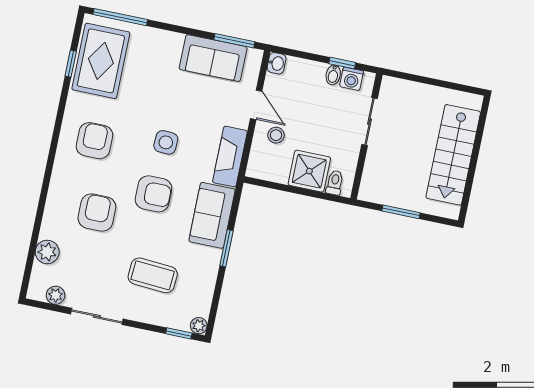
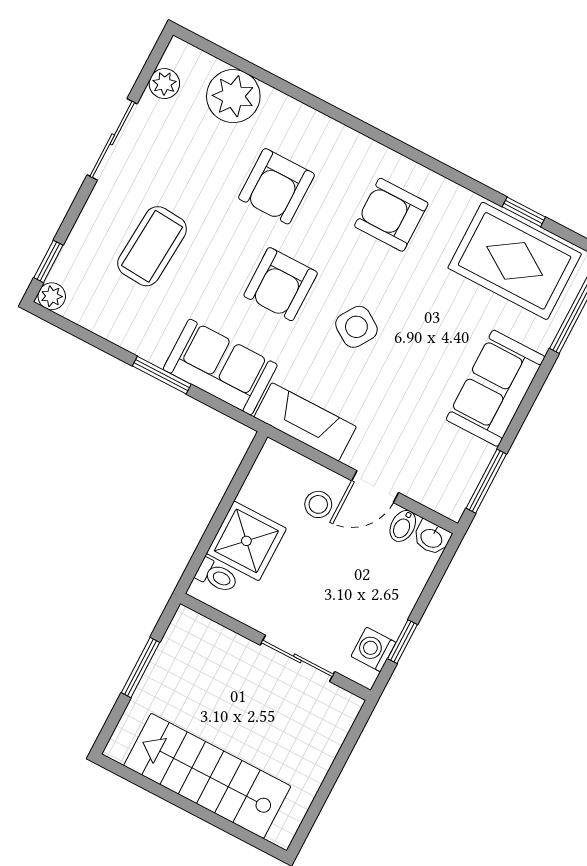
sofa: (213, 58) -> (496, 388), moved
bidet: (333, 75) -> (403, 526), moved, turned -90
armchair: (94, 141) -> (391, 215), turned 180
side table: (166, 142) -> (356, 327), turned 30
armchair: (97, 213) -> (277, 186), turned 90
plant: (47, 252) -> (233, 96), width x1.36, depth x1.36

